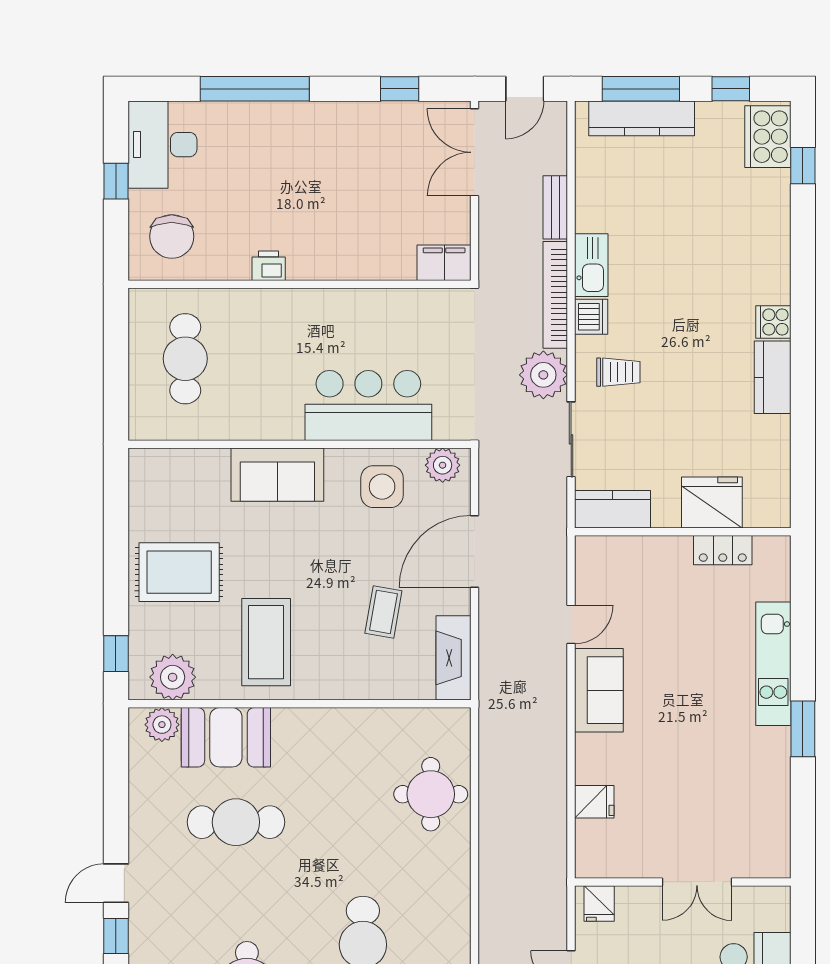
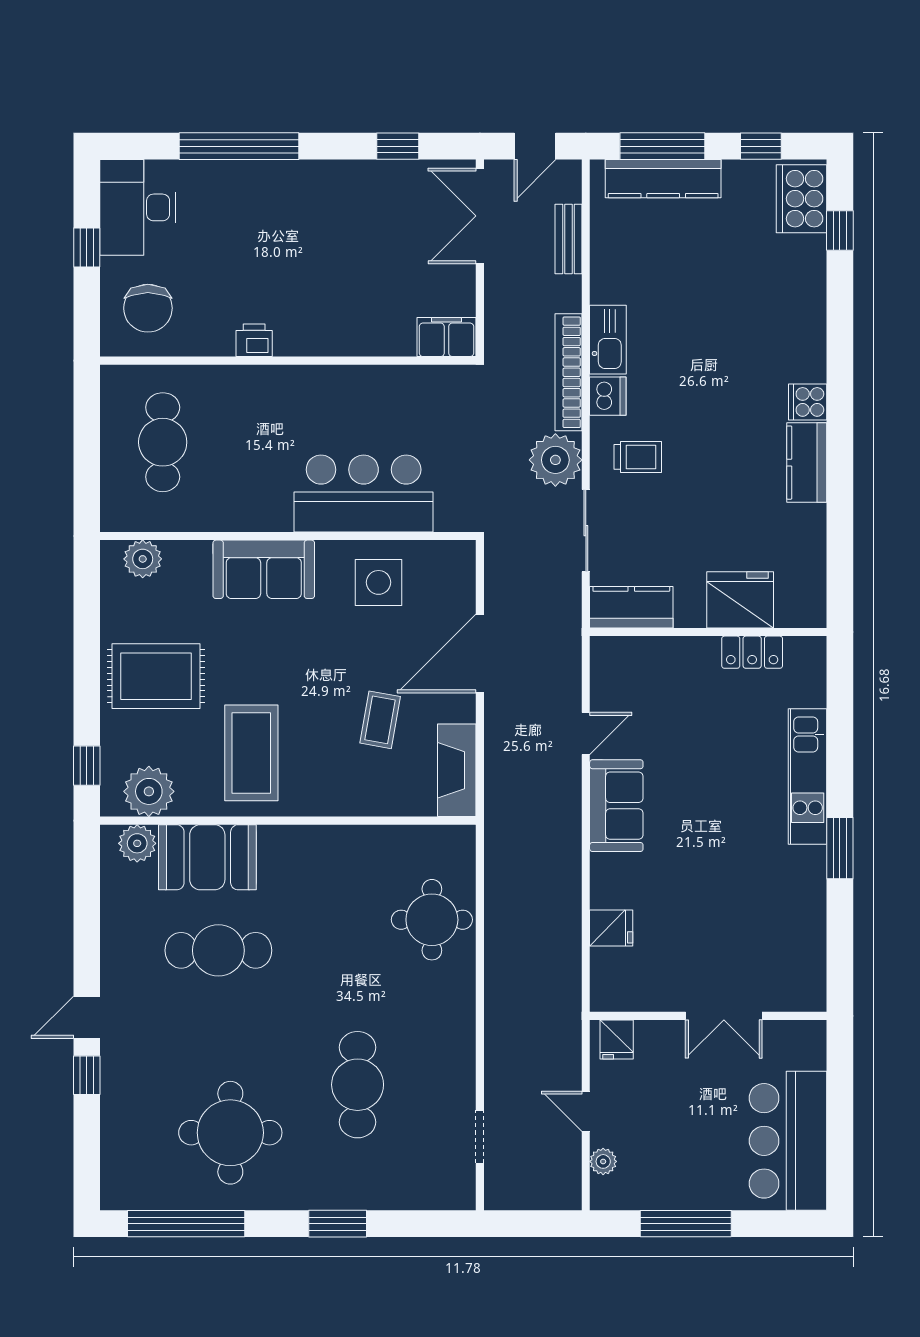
bench: (555, 207) -> (569, 239), moved
plant: (443, 465) -> (143, 559), moved

